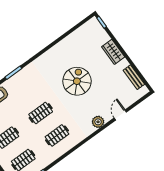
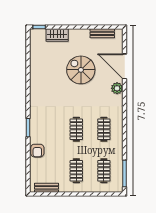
wardrobe: (113, 52) -> (57, 35), moved
spiral stairs: (77, 81) -> (81, 70), moved
door: (120, 115) -> (125, 66), width x1.87

